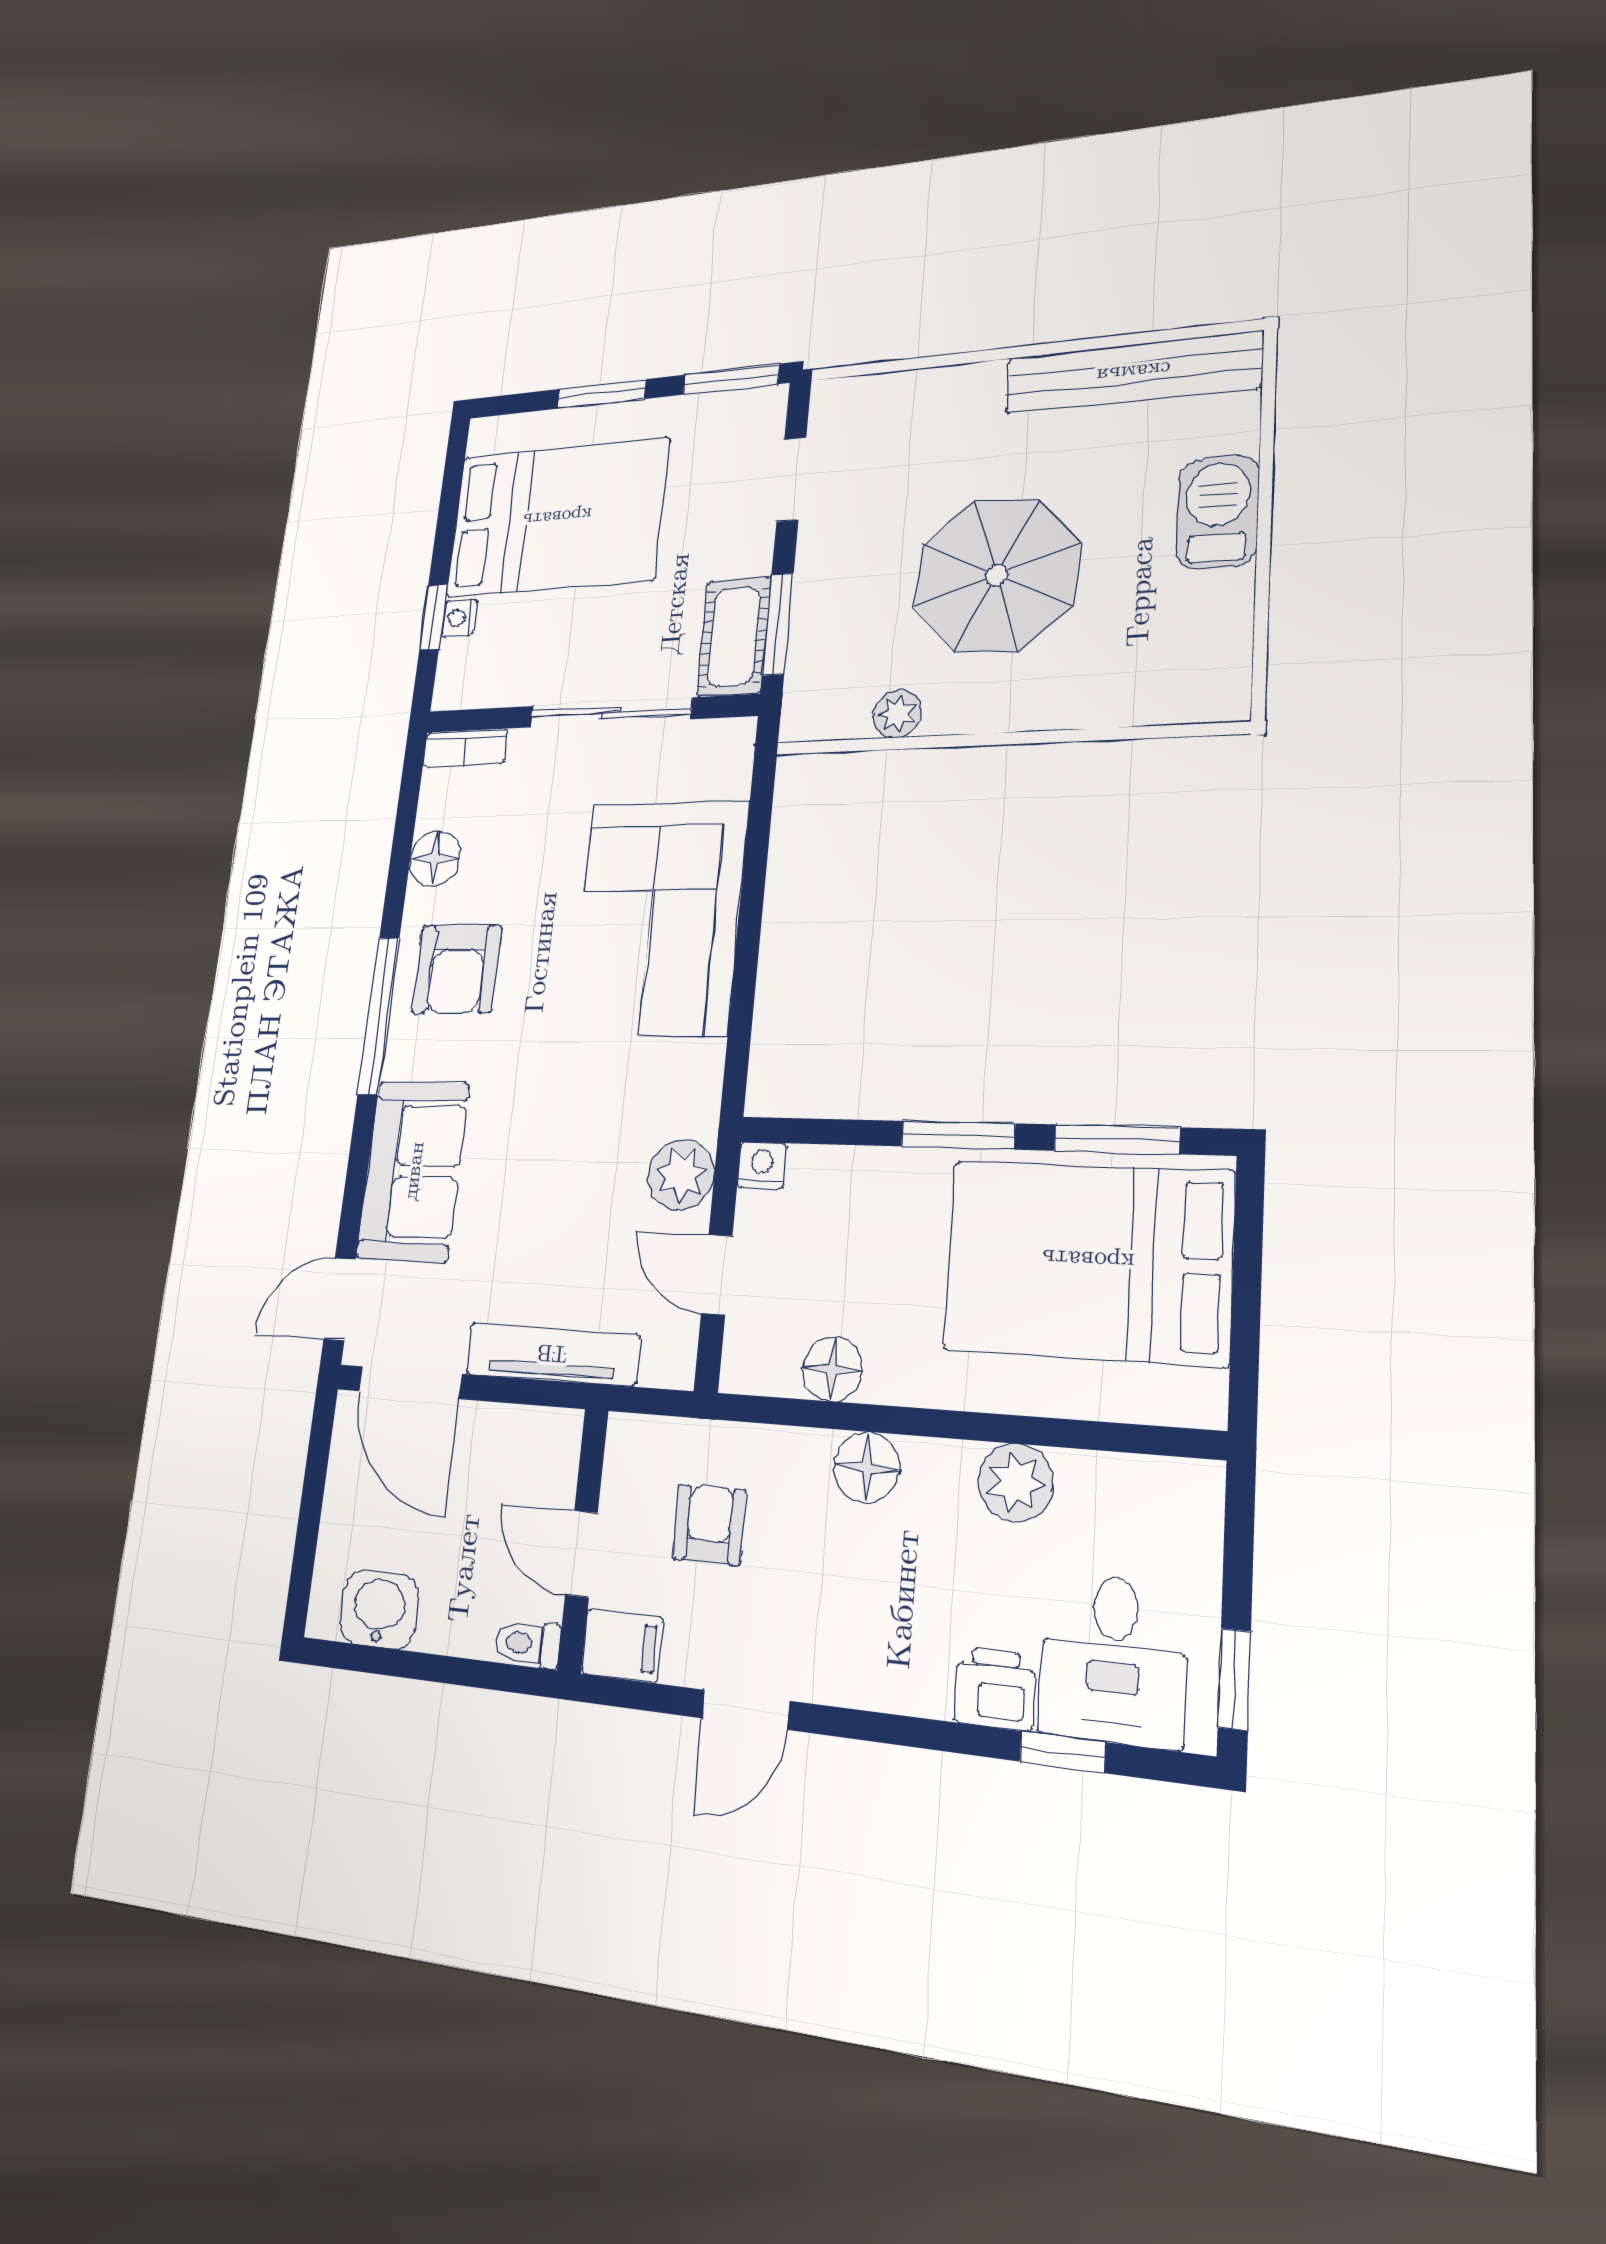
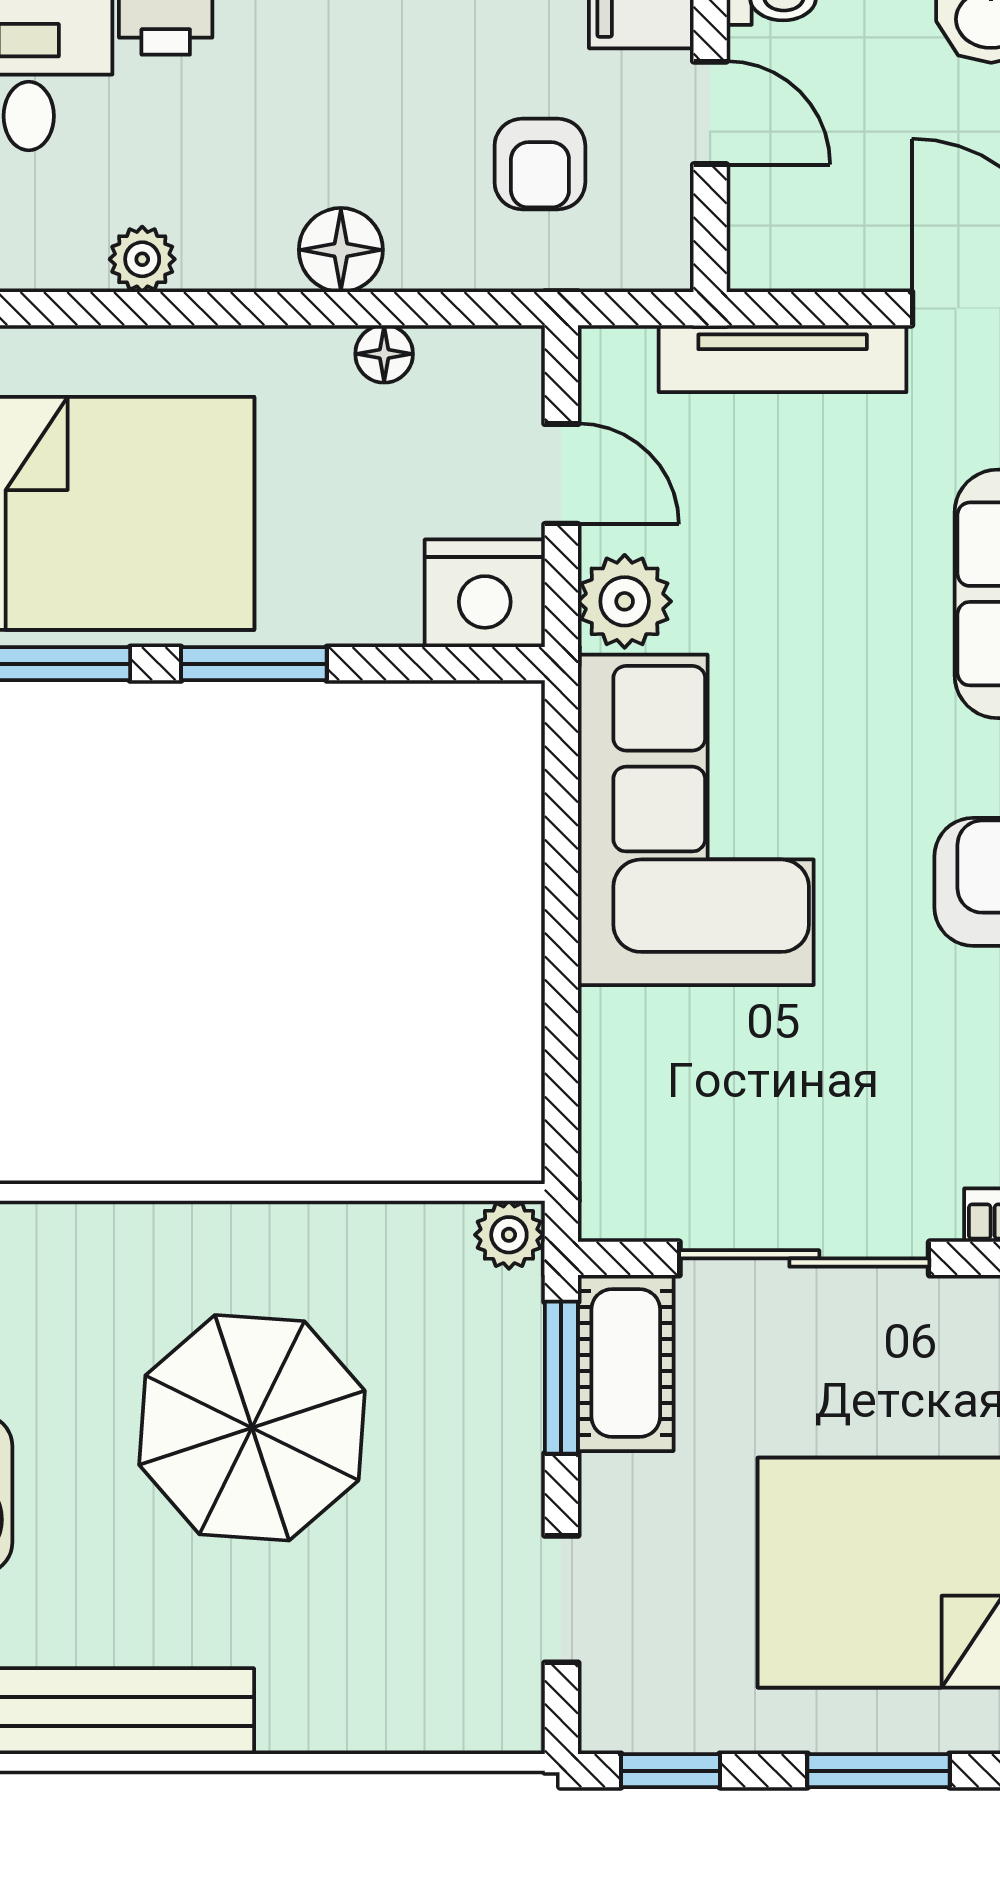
window: (731, 379) -> (670, 1771), width x0.67
plant: (897, 714) -> (509, 1235), moved
corner sofa: (659, 918) -> (696, 820), moved
nightstand: (762, 1165) -> (485, 593), width x1.89, depth x1.79
floor lamp: (832, 1369) -> (384, 354), width x0.73, depth x0.73
plant: (1016, 1483) -> (142, 259), width x0.73, depth x0.73

